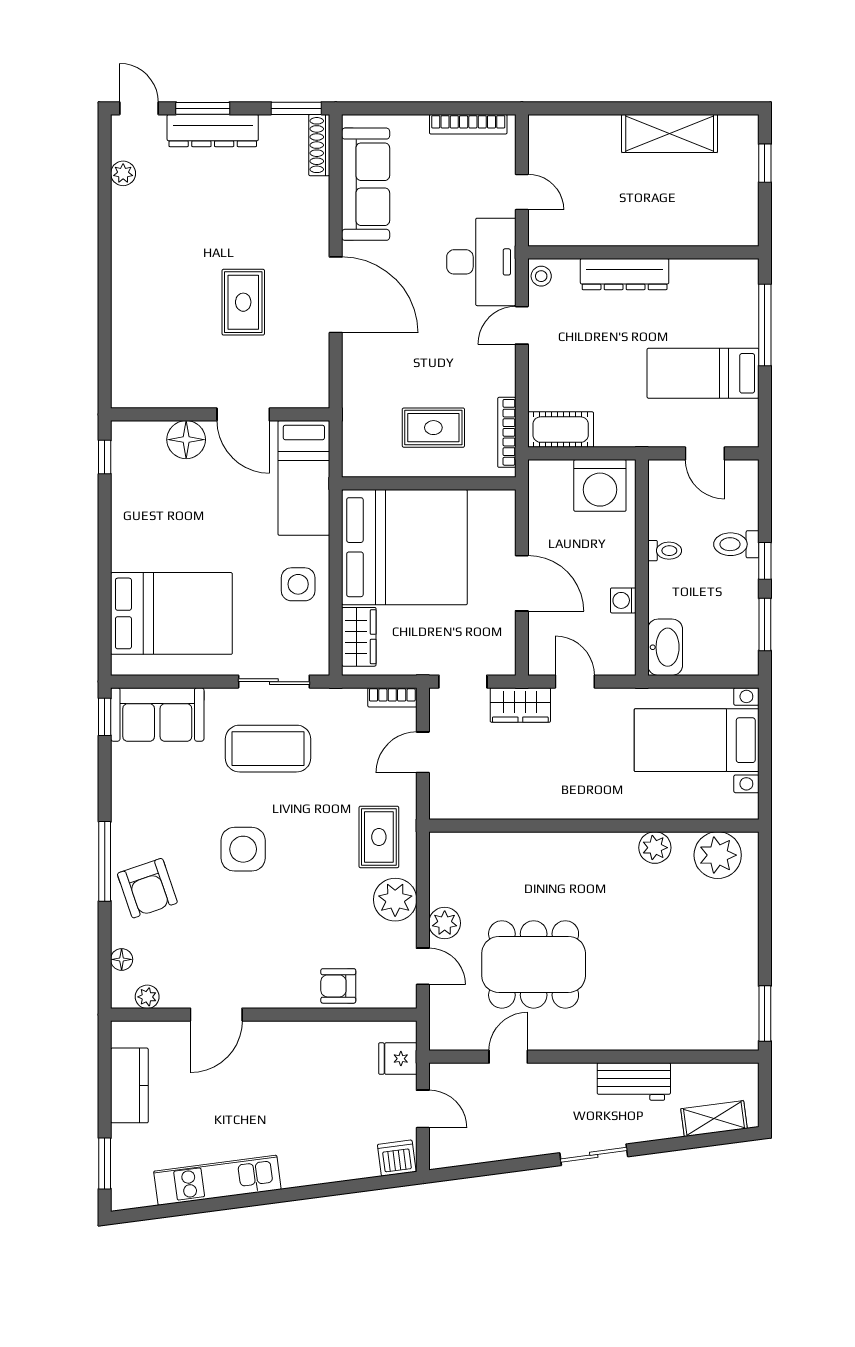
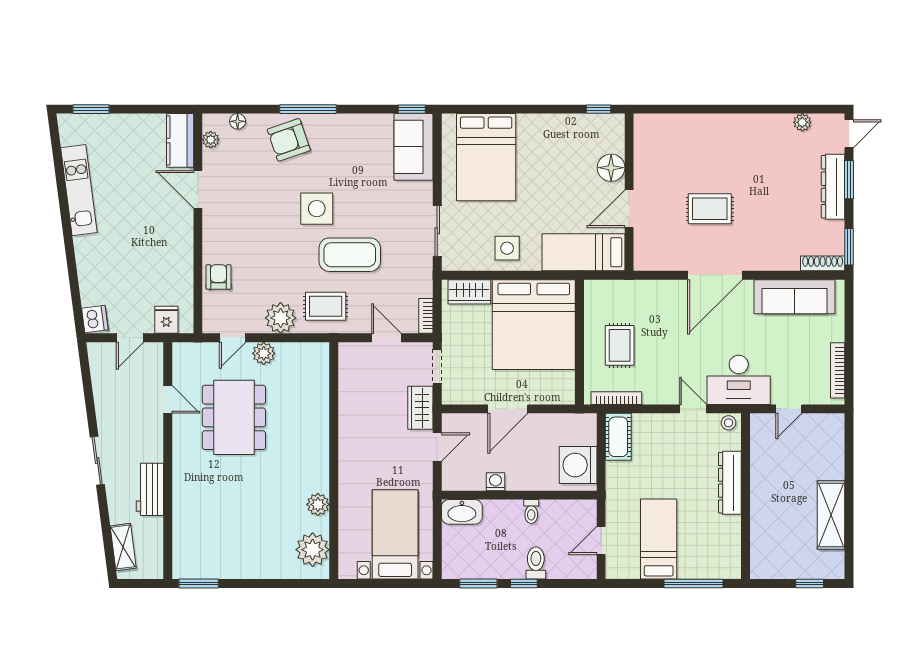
coffee table: (268, 749) -> (350, 255), moved, turned 90
kitchen counter: (129, 1085) -> (180, 140), moved, turned 90

